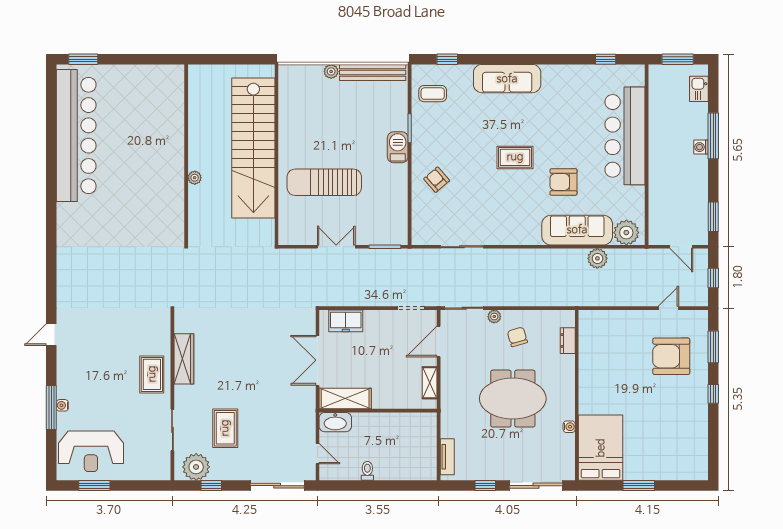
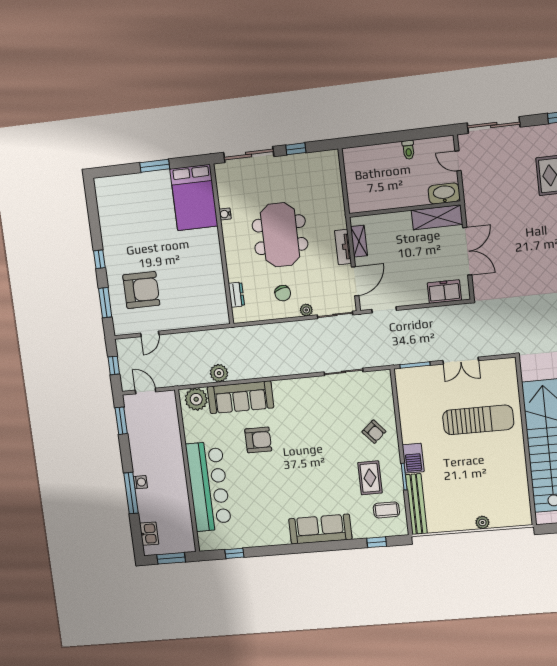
bench: (373, 72) -> (416, 504), moved, turned 90
rug: (515, 157) -> (370, 478), moved, turned 90
meeting table: (513, 399) -> (280, 235), turned 90
tv unit: (447, 457) -> (343, 247), moved

